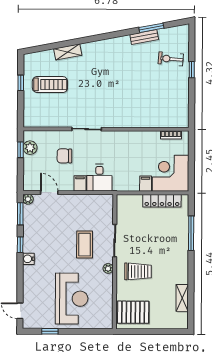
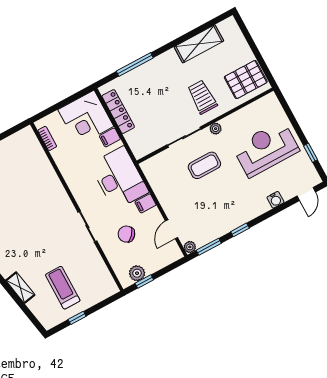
chair: (64, 156) -> (126, 234), turned 131
desk: (99, 178) -> (119, 178), width x1.87, depth x1.30
water cooler: (28, 259) -> (275, 200), moved
shelving: (182, 298) -> (199, 44), width x1.50, depth x1.33
pallet: (133, 312) -> (246, 80), turned 90

